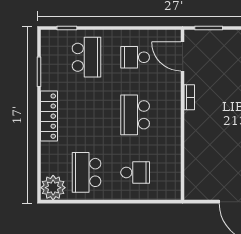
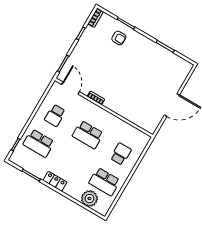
school desk: (87, 57) -> (39, 143), turned 180
door: (183, 57) -> (71, 88), swing flipped
locker: (49, 116) -> (55, 181), width x0.66
plant: (53, 188) -> (89, 199), moved

